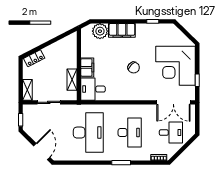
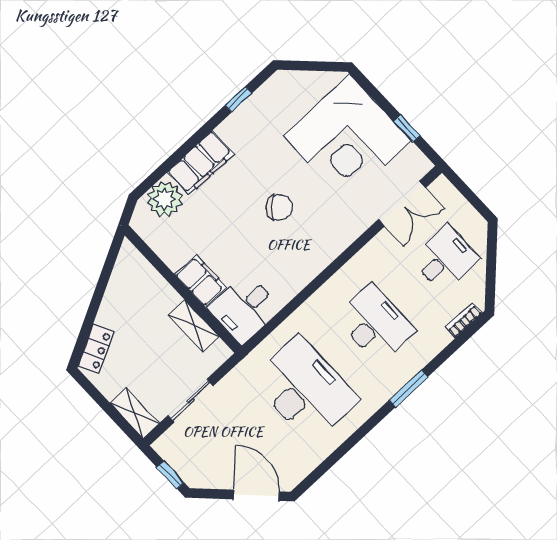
double door: (173, 102) -> (402, 204), width x0.73

